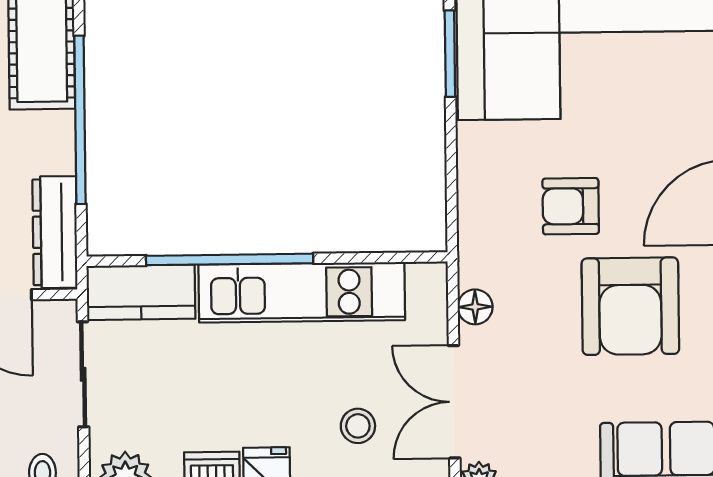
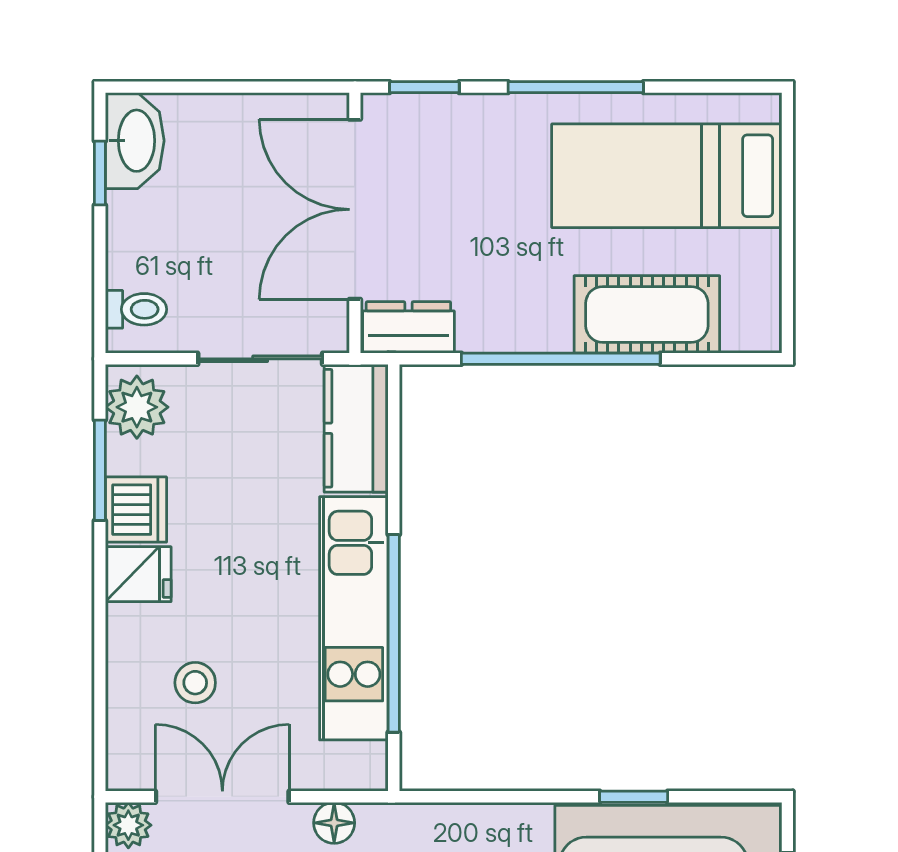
window: (450, 54) -> (634, 797), width x0.67
dresser: (55, 232) -> (408, 327), width x0.70
window: (230, 259) -> (394, 633), moved

